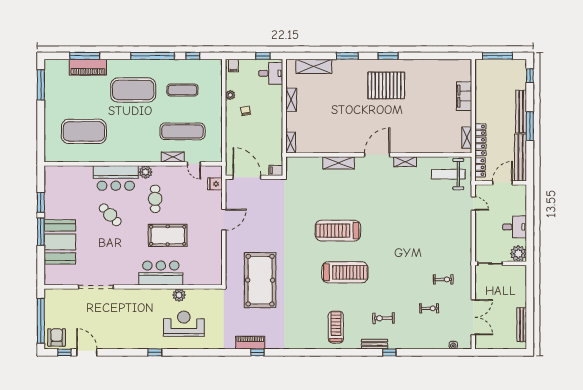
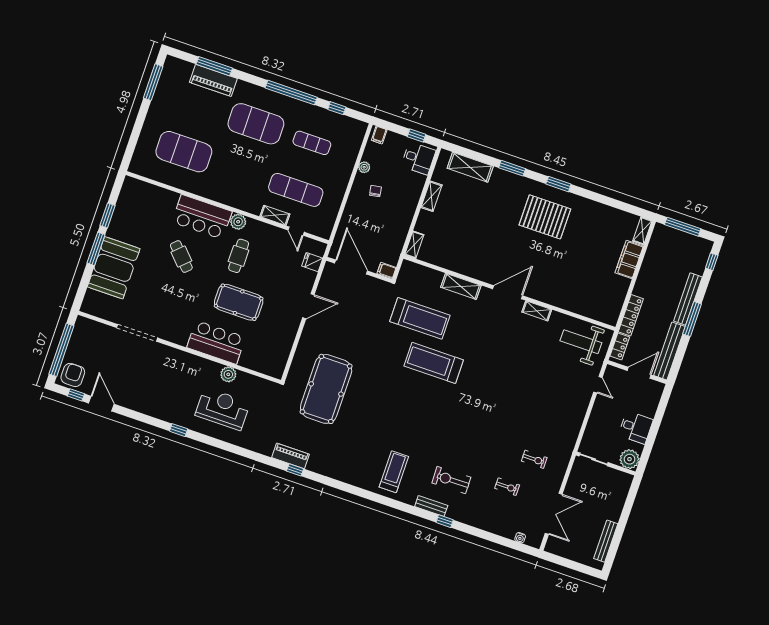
shelving: (467, 138) -> (642, 231), moved
treadmill: (345, 272) -> (420, 318), moved
exercise bike: (383, 318) -> (451, 480), width x1.38, depth x1.39

